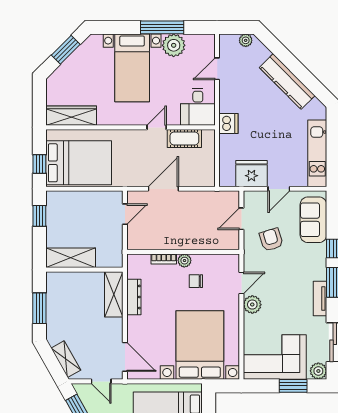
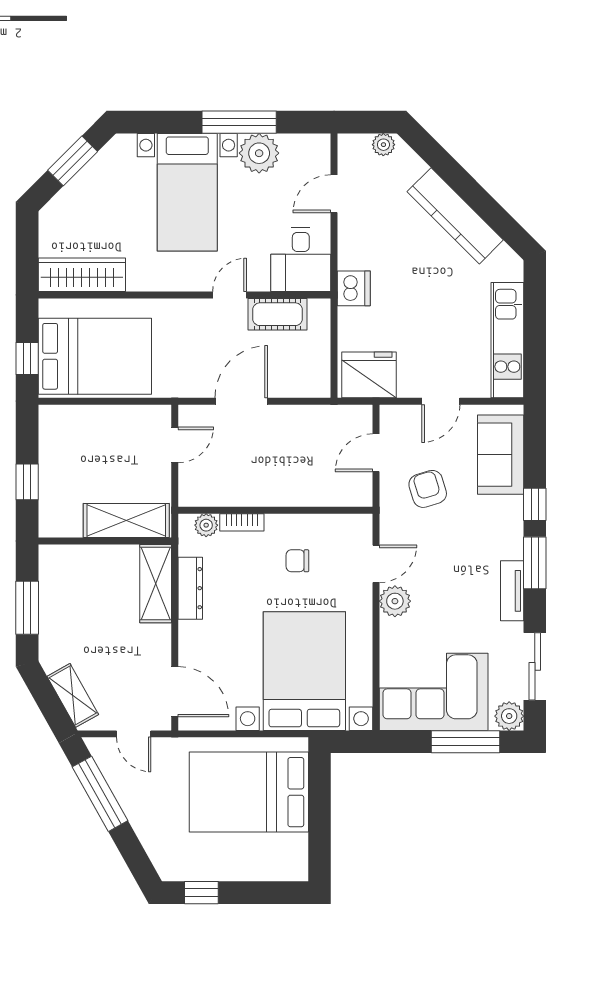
fridge: (251, 174) -> (369, 375), moved
window: (39, 216) -> (27, 482), moved
shelving: (71, 258) -> (126, 520), moved
plant: (184, 261) -> (206, 525), moved
window: (293, 386) -> (466, 742), width x1.44

